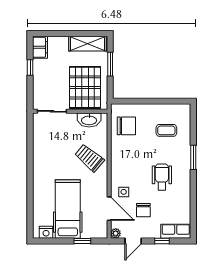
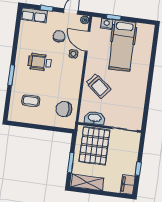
wheelchair: (162, 177) -> (40, 62), turned 90
nightstand: (46, 232) -> (107, 24), moved

